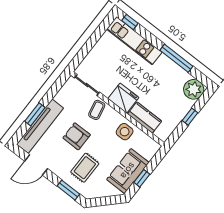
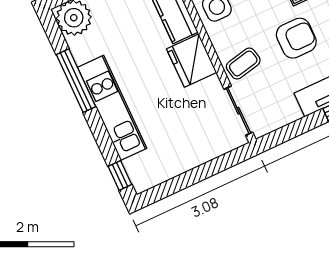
kitchen unit: (134, 41) -> (112, 108), moved
armchair: (77, 136) -> (296, 38), turned -90

